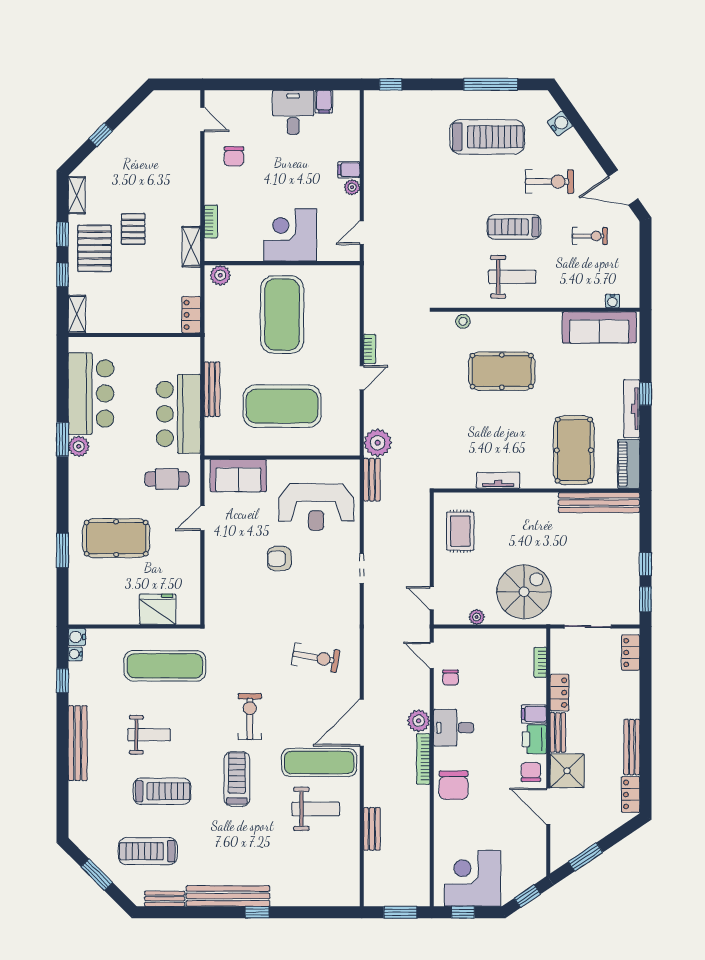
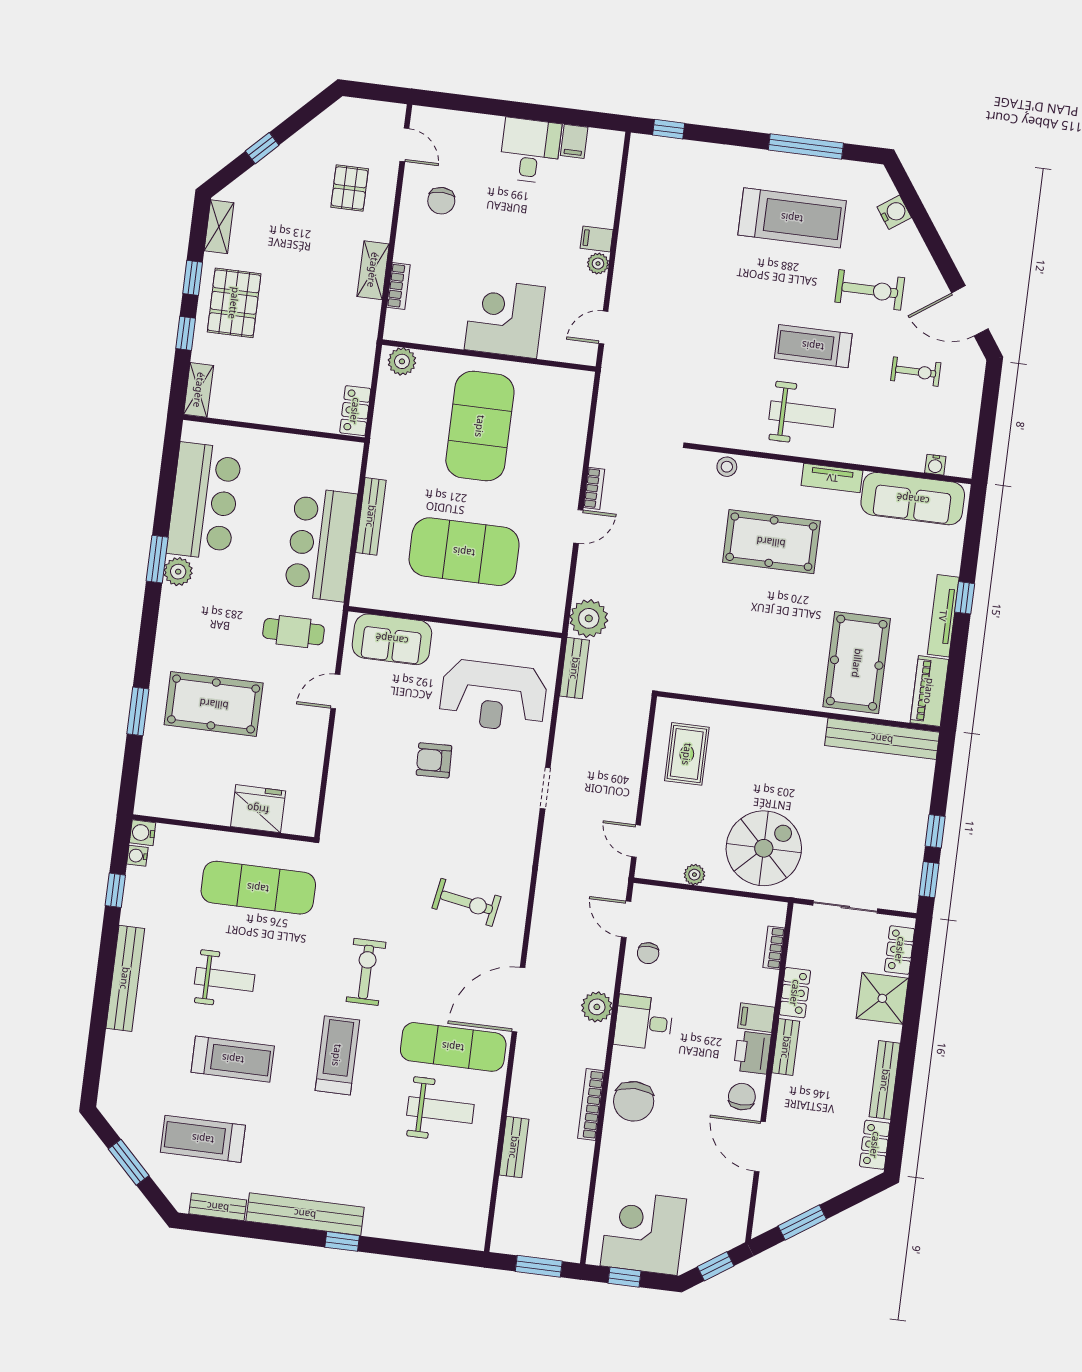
pallet: (133, 229) -> (350, 188), moved
shelving: (191, 247) -> (373, 270), moved
tv unit: (498, 480) -> (832, 478), moved, turned 180
bookcase: (423, 759) -> (591, 1104), moved
shower: (567, 771) -> (882, 998), moved

